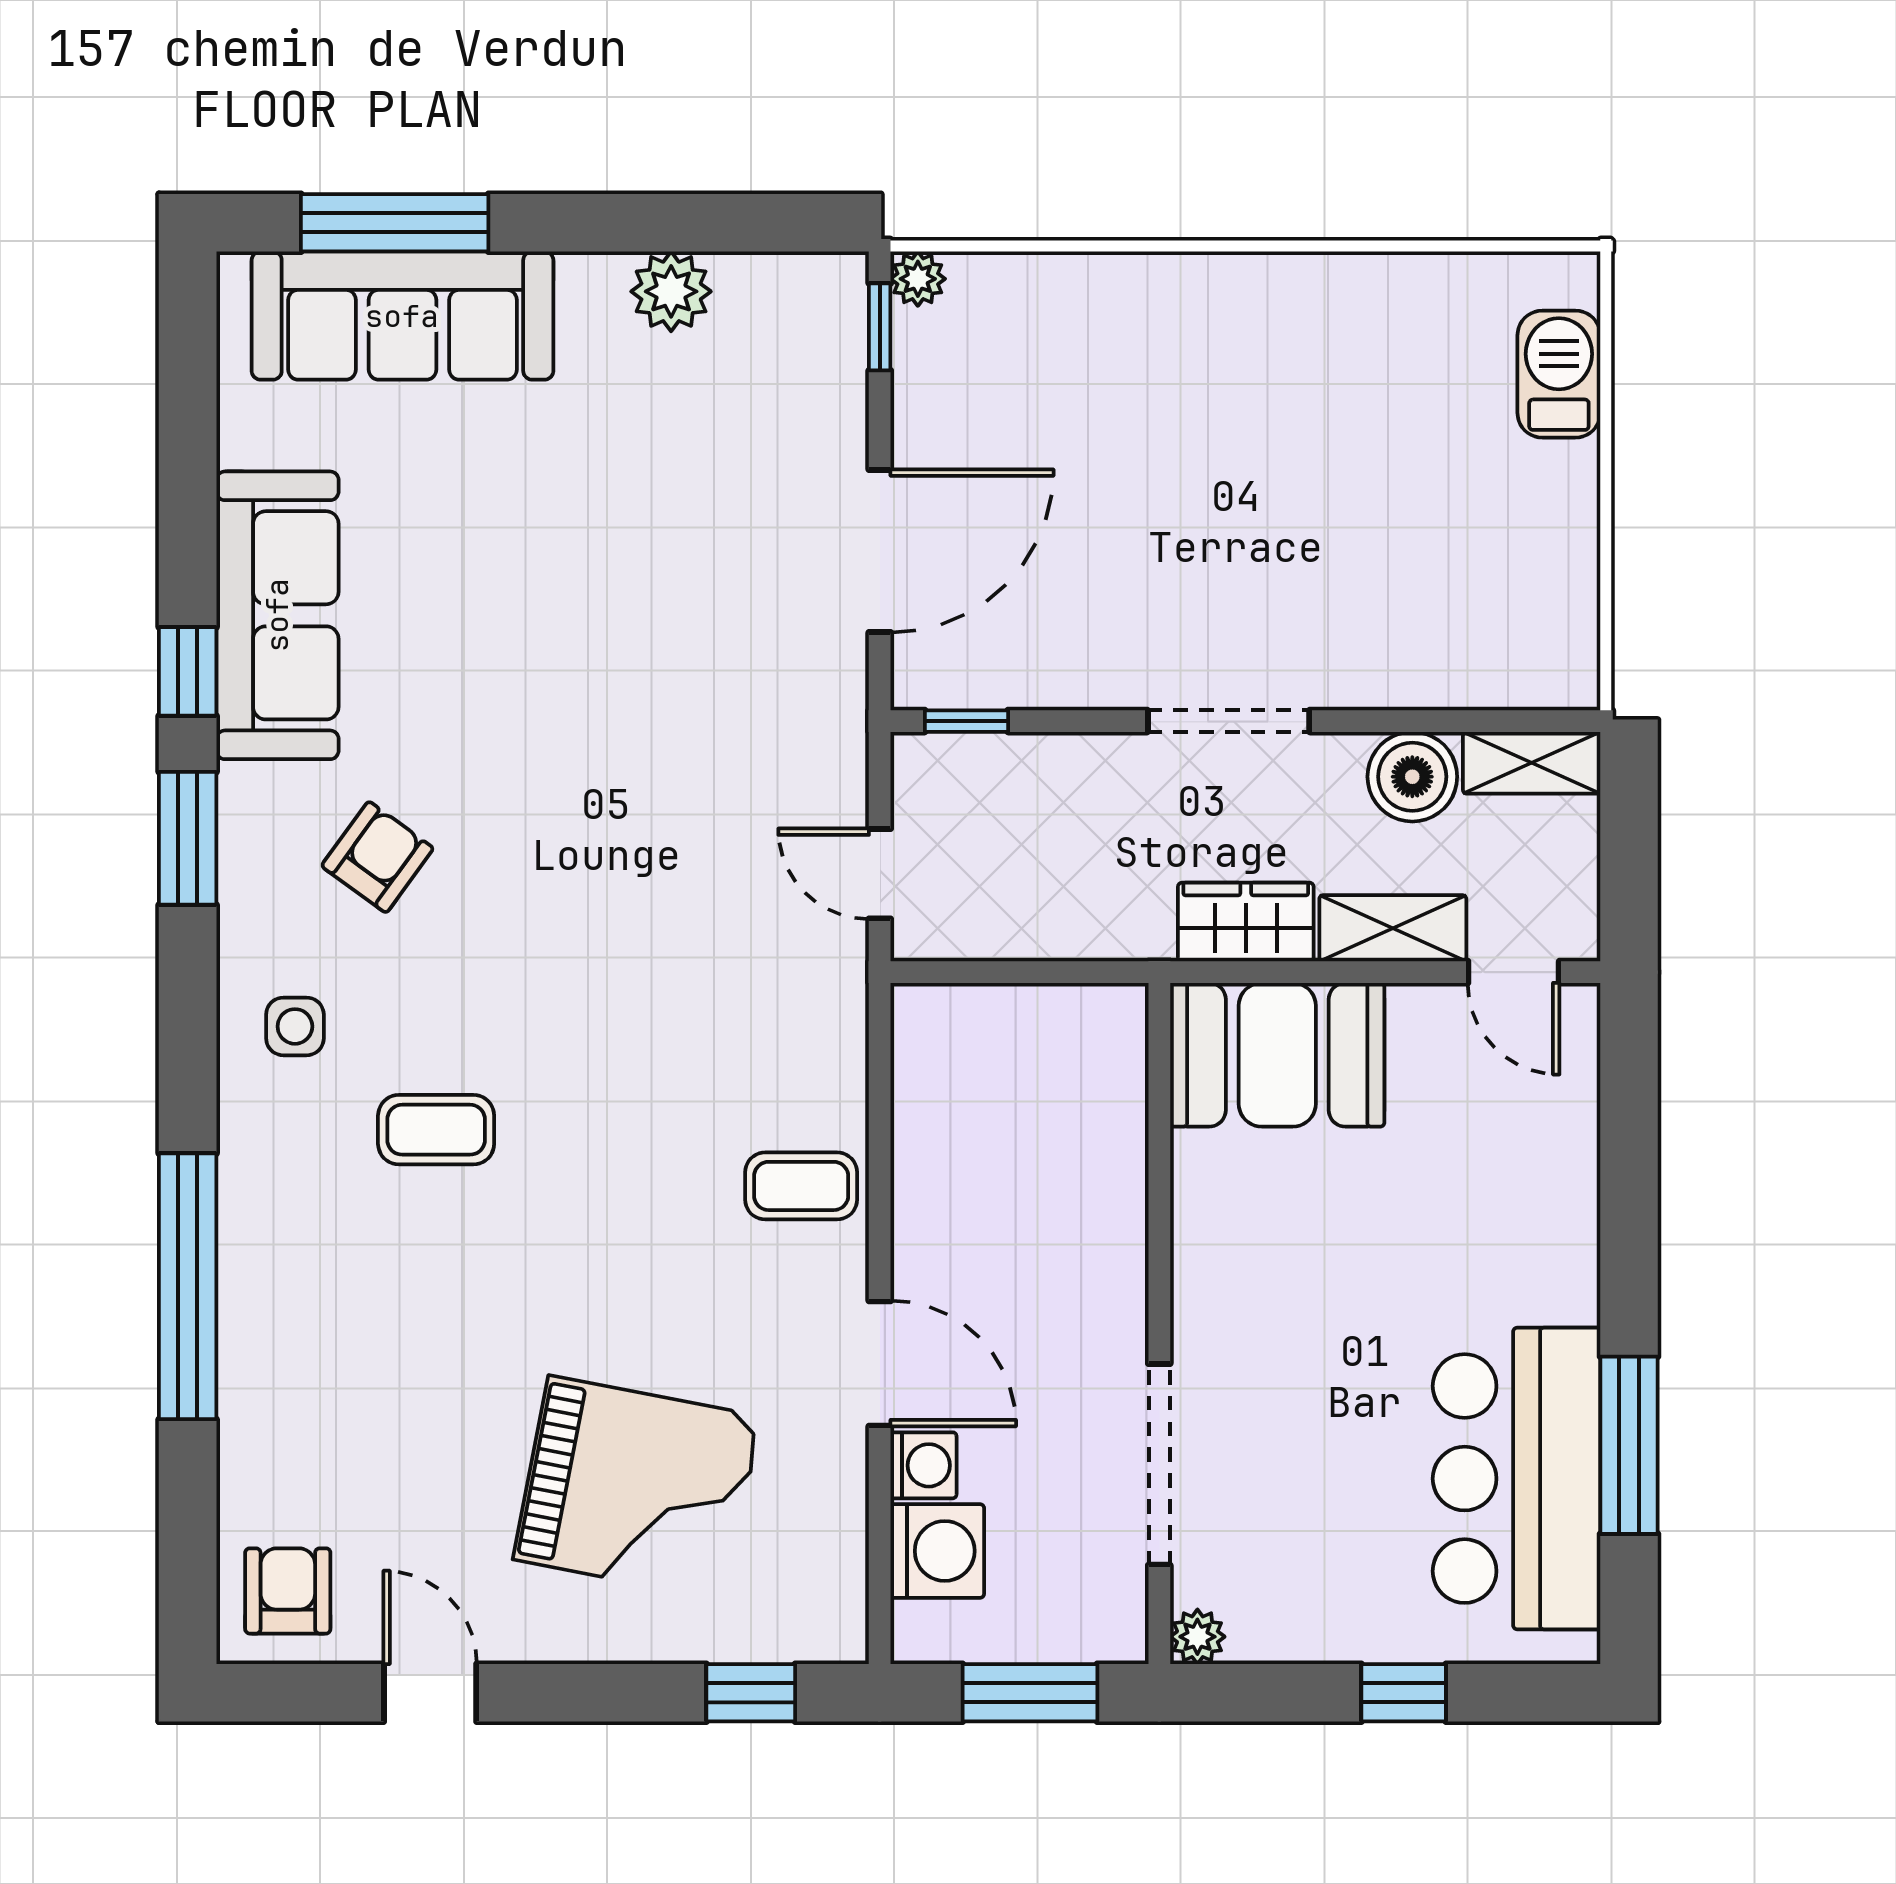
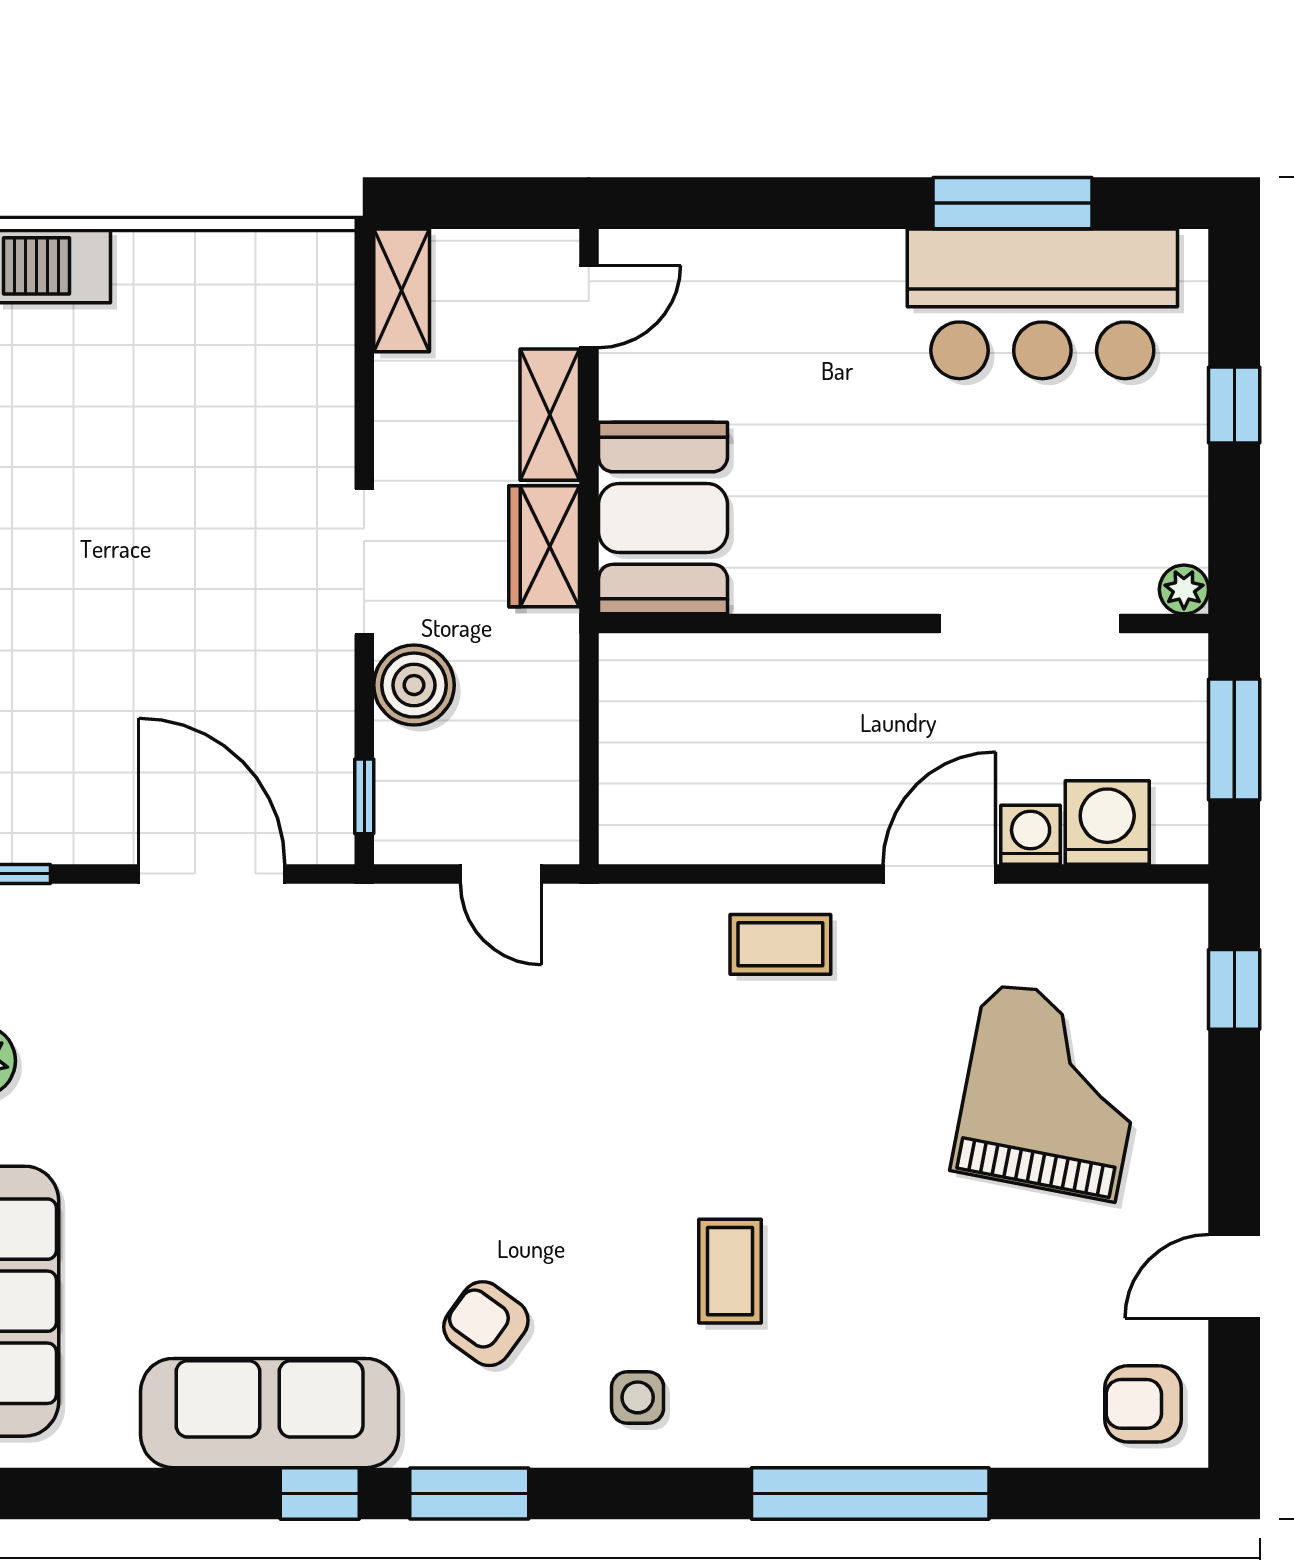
boiler: (1412, 777) -> (414, 685), moved
door: (880, 874) -> (501, 874), hinge flipped
coffee table: (801, 1186) -> (780, 944), turned 90

